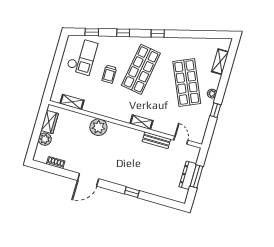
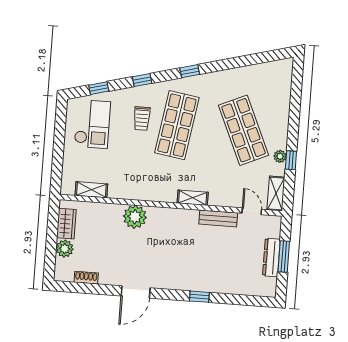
shelving: (220, 62) -> (276, 194), moved
trolley: (109, 74) -> (142, 119), moved
plant: (212, 94) -> (280, 156), moved

